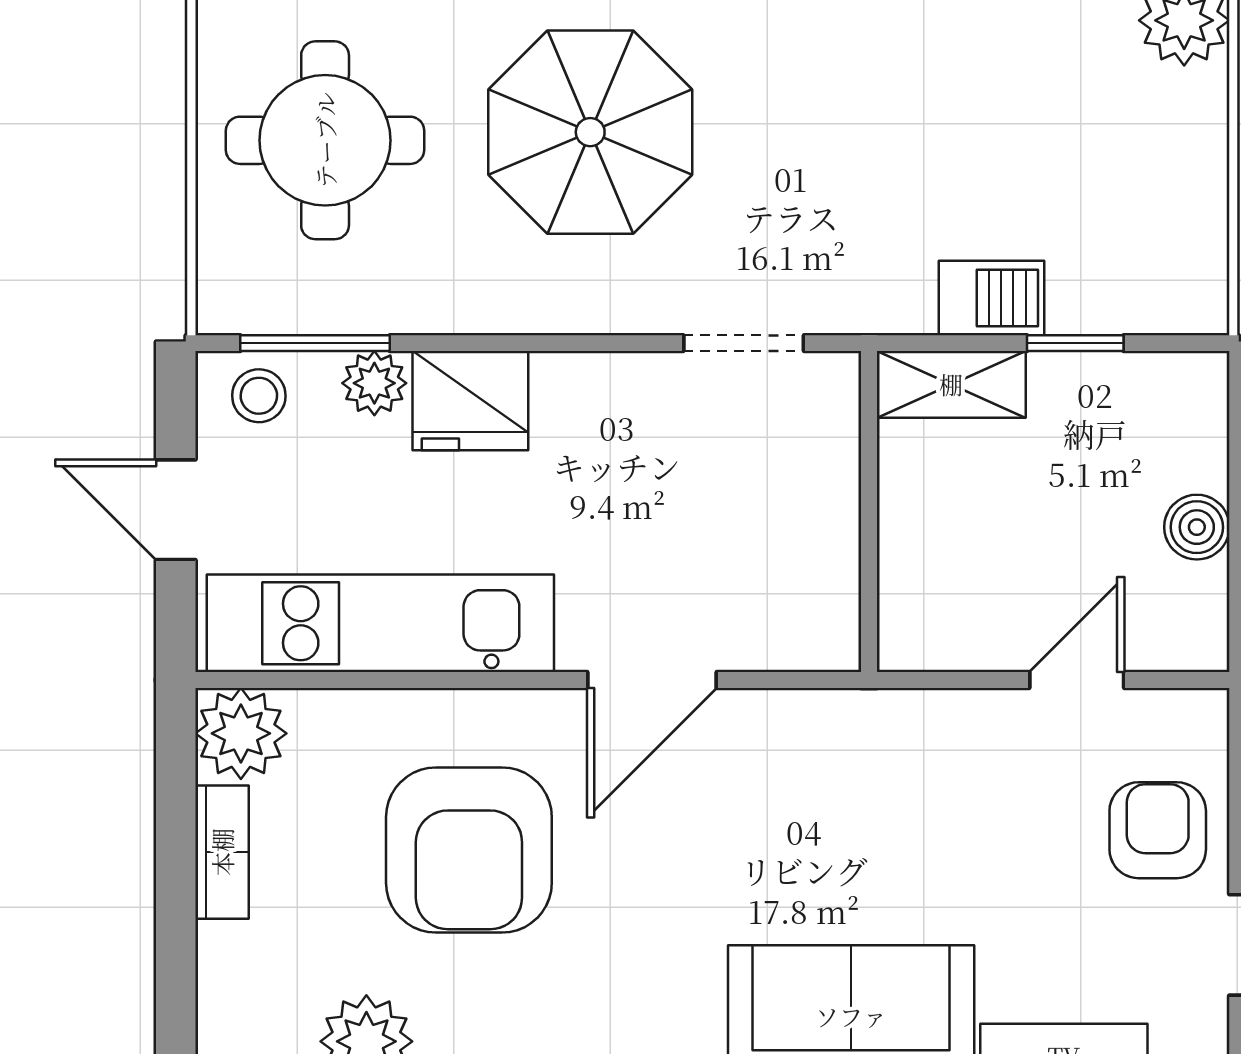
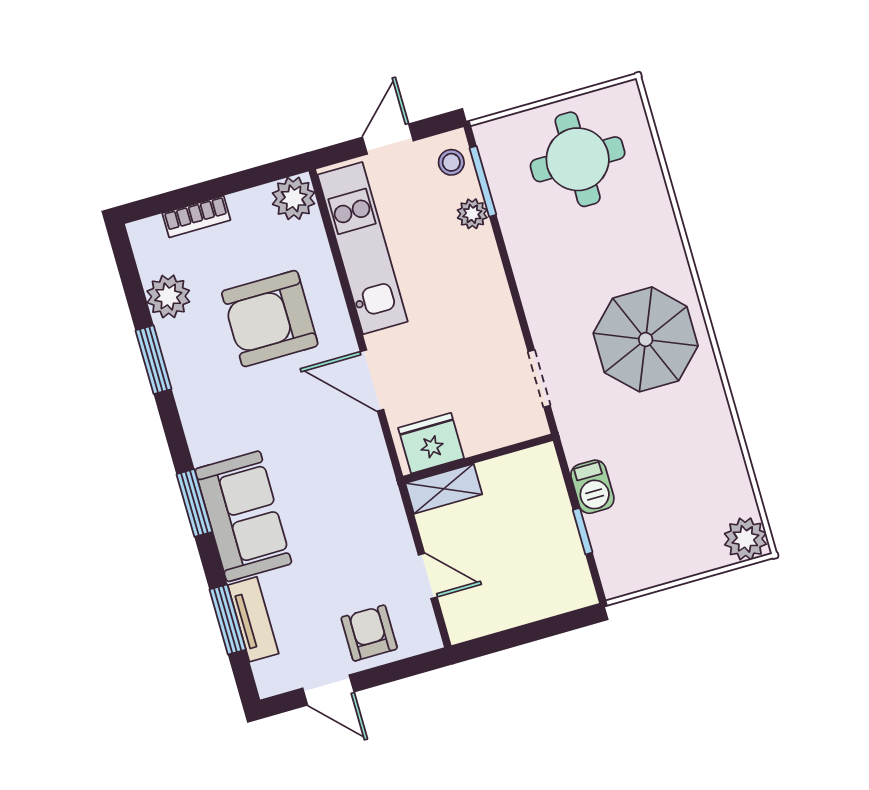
parasol: (590, 132) -> (646, 339), moved
shelving: (951, 384) -> (444, 489), moved, turned 90
fridge: (470, 401) -> (431, 443), moved, turned 90
boiler: (1197, 527) -> (514, 611), removed
armchair: (1158, 830) -> (369, 633), turned -90
bookcase: (222, 852) -> (196, 217), moved

